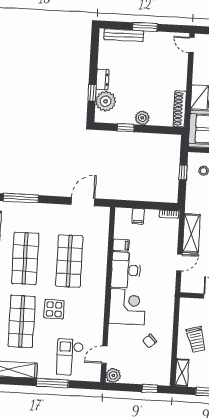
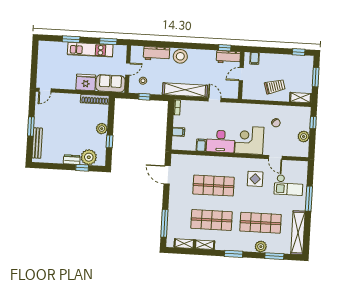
shelving: (191, 233) -> (185, 90), width x1.47
display table: (54, 309) -> (255, 179), moved
door: (104, 355) -> (275, 157), moved
plant: (113, 375) -> (304, 136), moved

